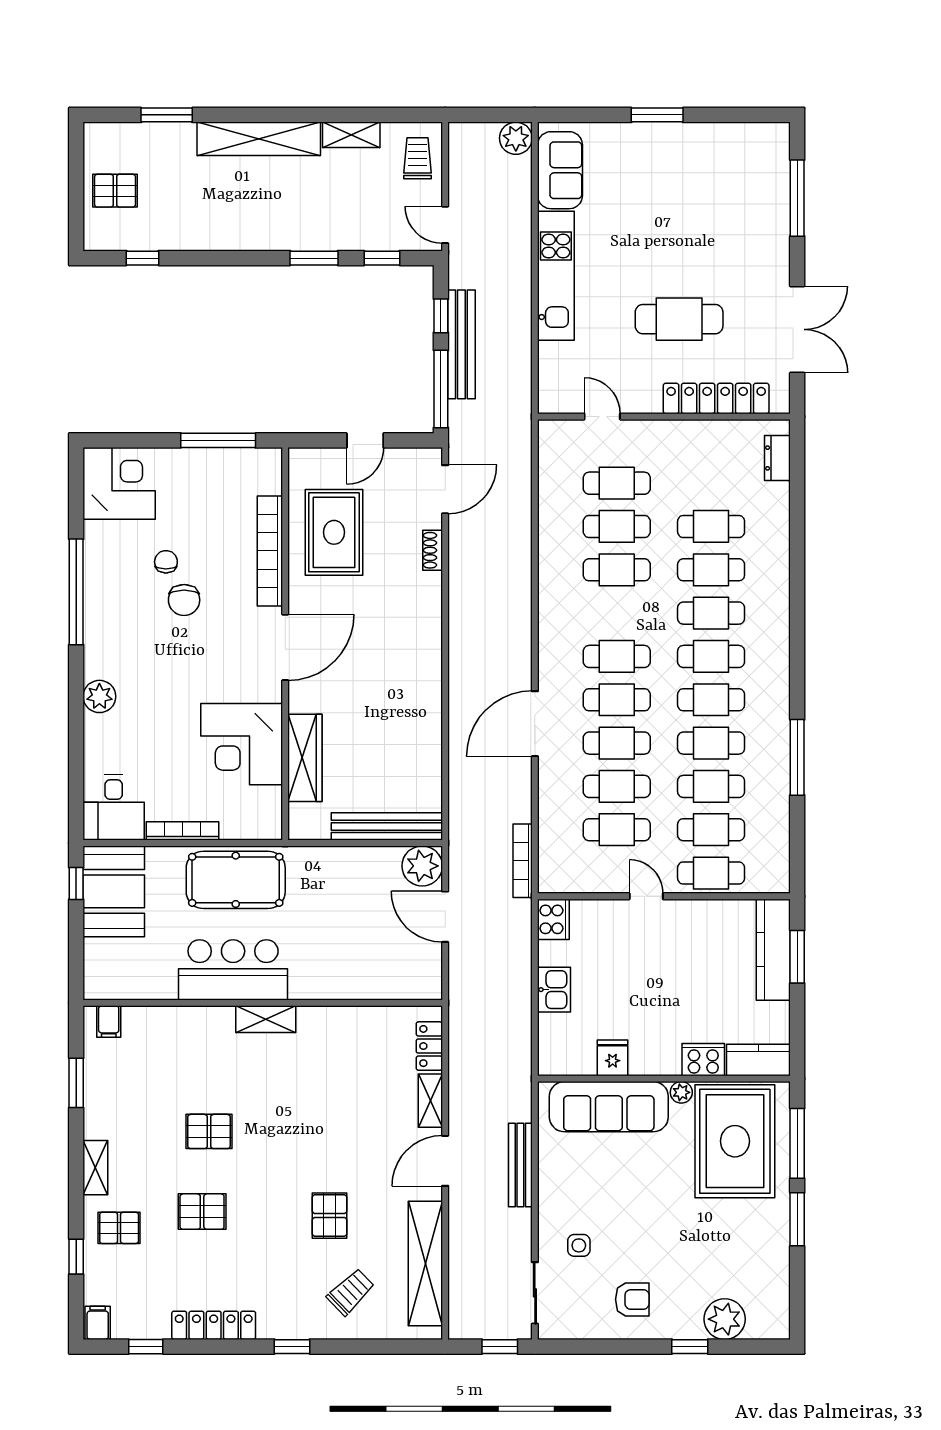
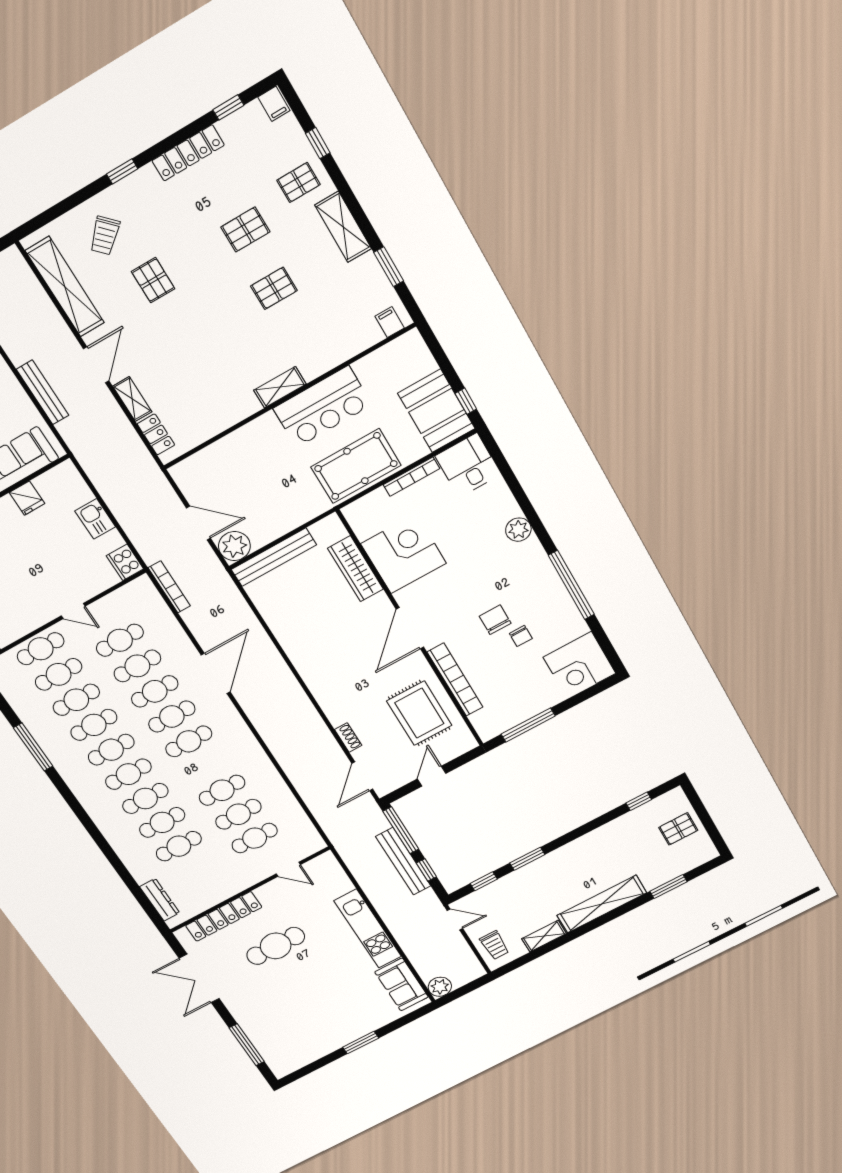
dresser: (777, 458) -> (160, 900), width x1.44
shelving: (95, 1168) -> (343, 227), width x1.50, depth x1.33

